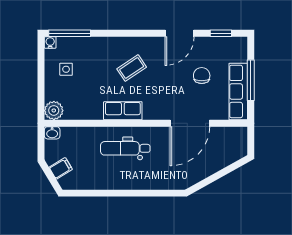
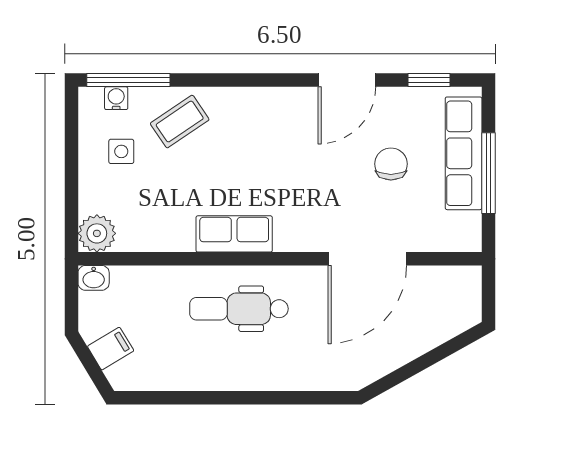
water cooler: (50, 42) -> (116, 98), moved
coffee table: (132, 68) -> (180, 122), moved
row of seats: (238, 91) -> (464, 153), moved

